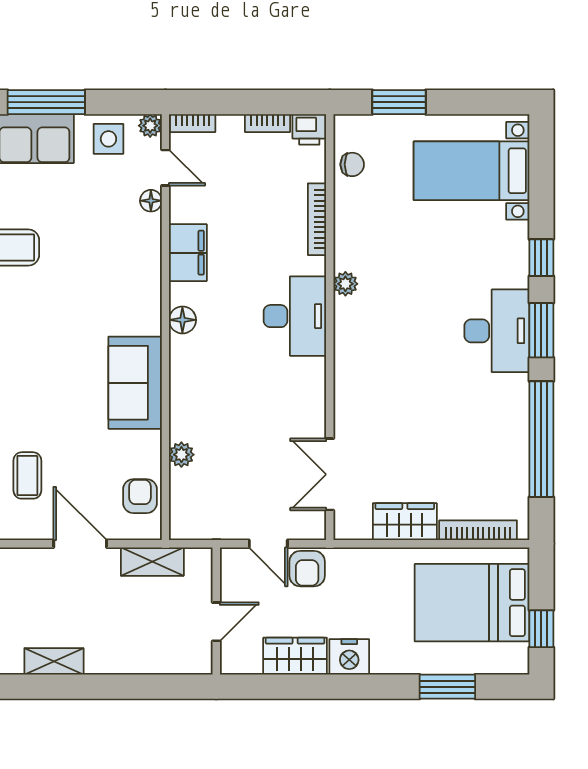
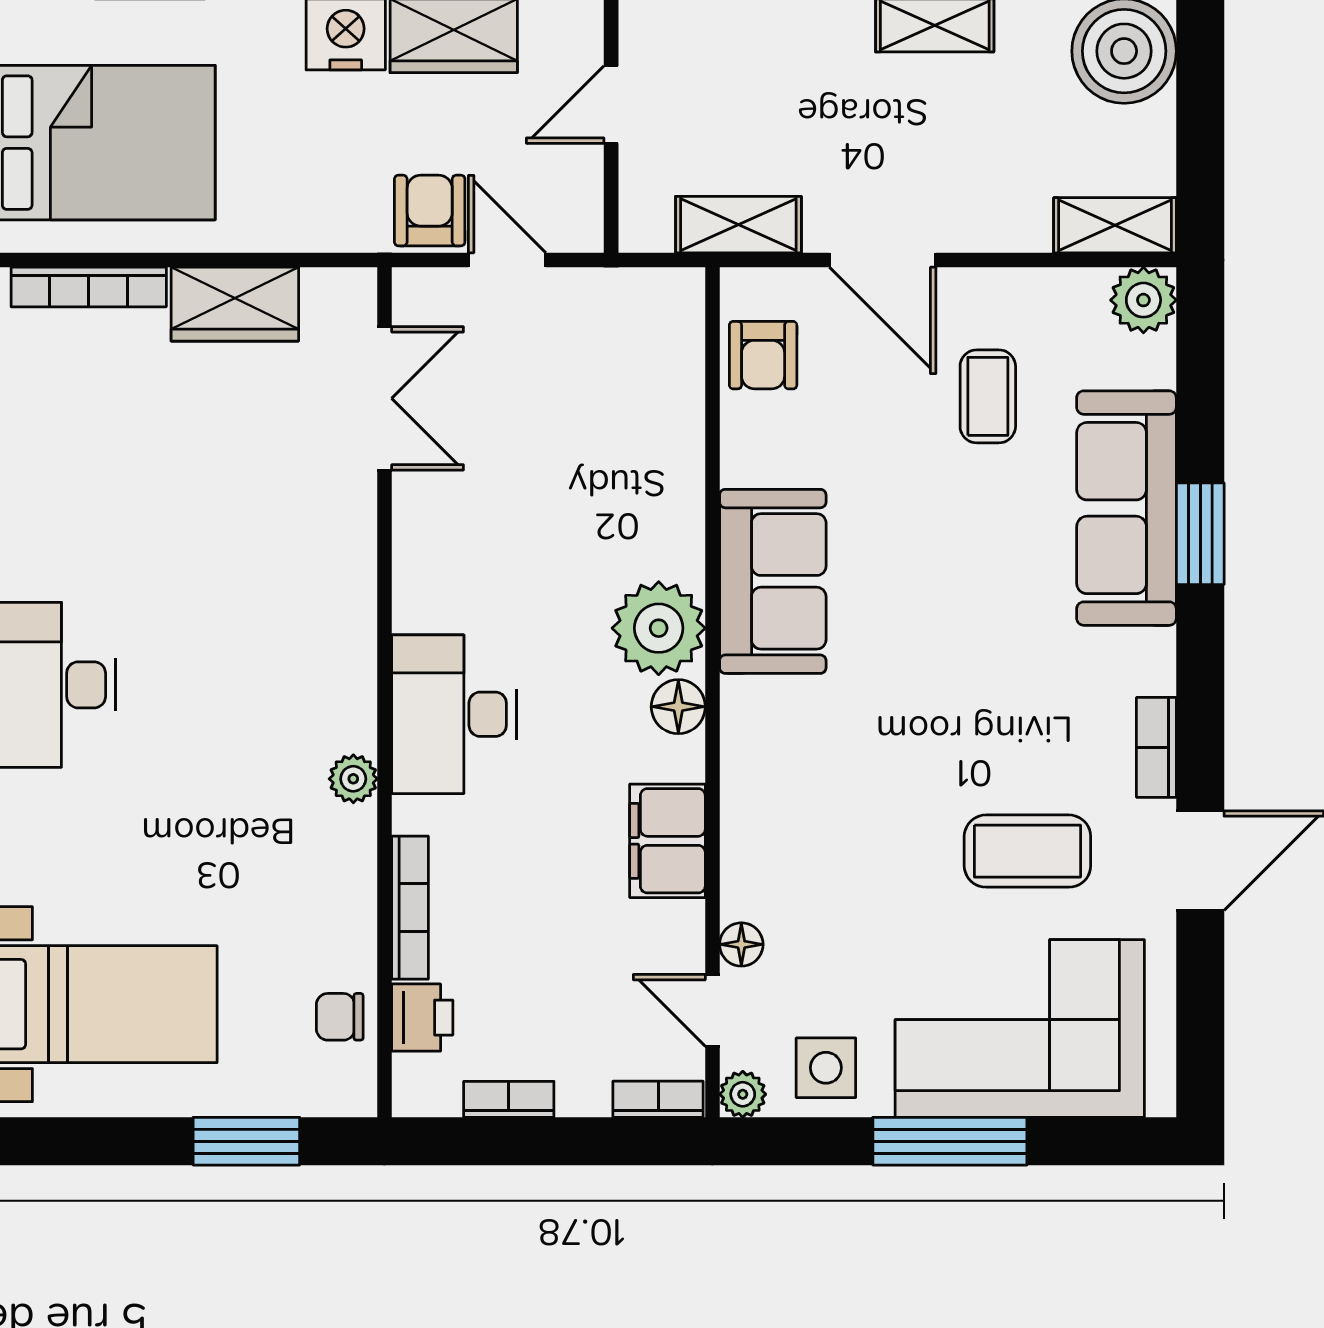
printer: (309, 129) -> (422, 1018), moved, turned 90
plant: (181, 455) -> (659, 628), moved, width x1.88, depth x1.88

